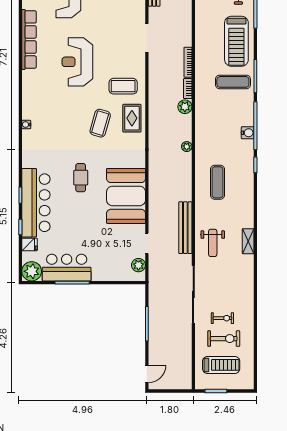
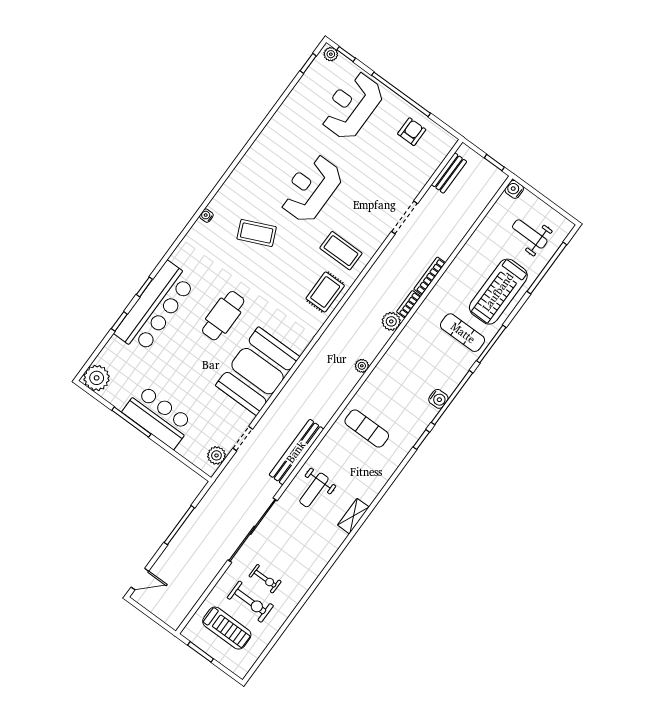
row of seats: (29, 39) -> (276, 126), removed
coffee table: (100, 123) -> (257, 233), moved, turned 50
cafe table: (81, 178) -> (223, 316), width x1.37, depth x1.35
exercise mat: (218, 182) -> (367, 429), turned 90
fridge: (30, 244) -> (115, 347), removed
bar counter: (67, 268) -> (158, 417), moved

